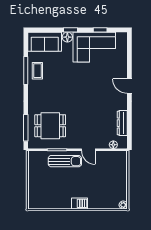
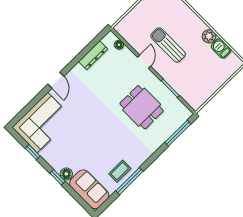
corner sofa: (94, 47) -> (42, 122), moved, turned 90
dining table: (50, 126) -> (142, 107), moved
sun lounger: (65, 161) -> (168, 45), moved
plant: (65, 203) -> (209, 36), added
barbecue: (80, 203) -> (221, 48), moved

